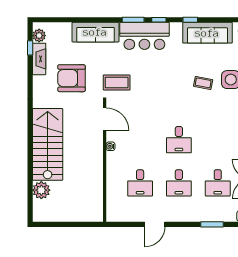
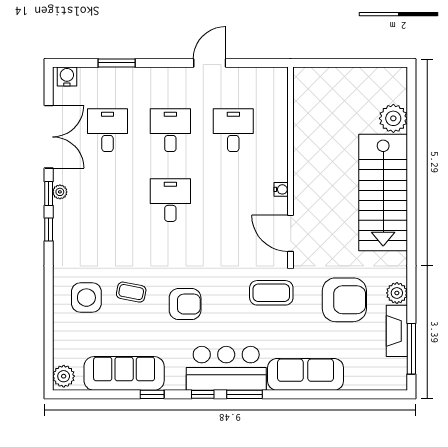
plant: (39, 36) -> (397, 293), moved
window: (30, 48) -> (411, 349), width x2.17
armchair: (170, 76) -> (185, 304), added

